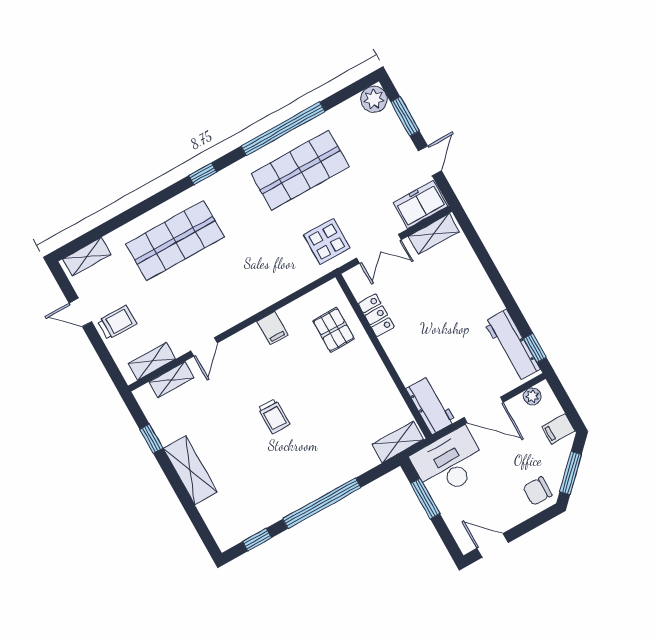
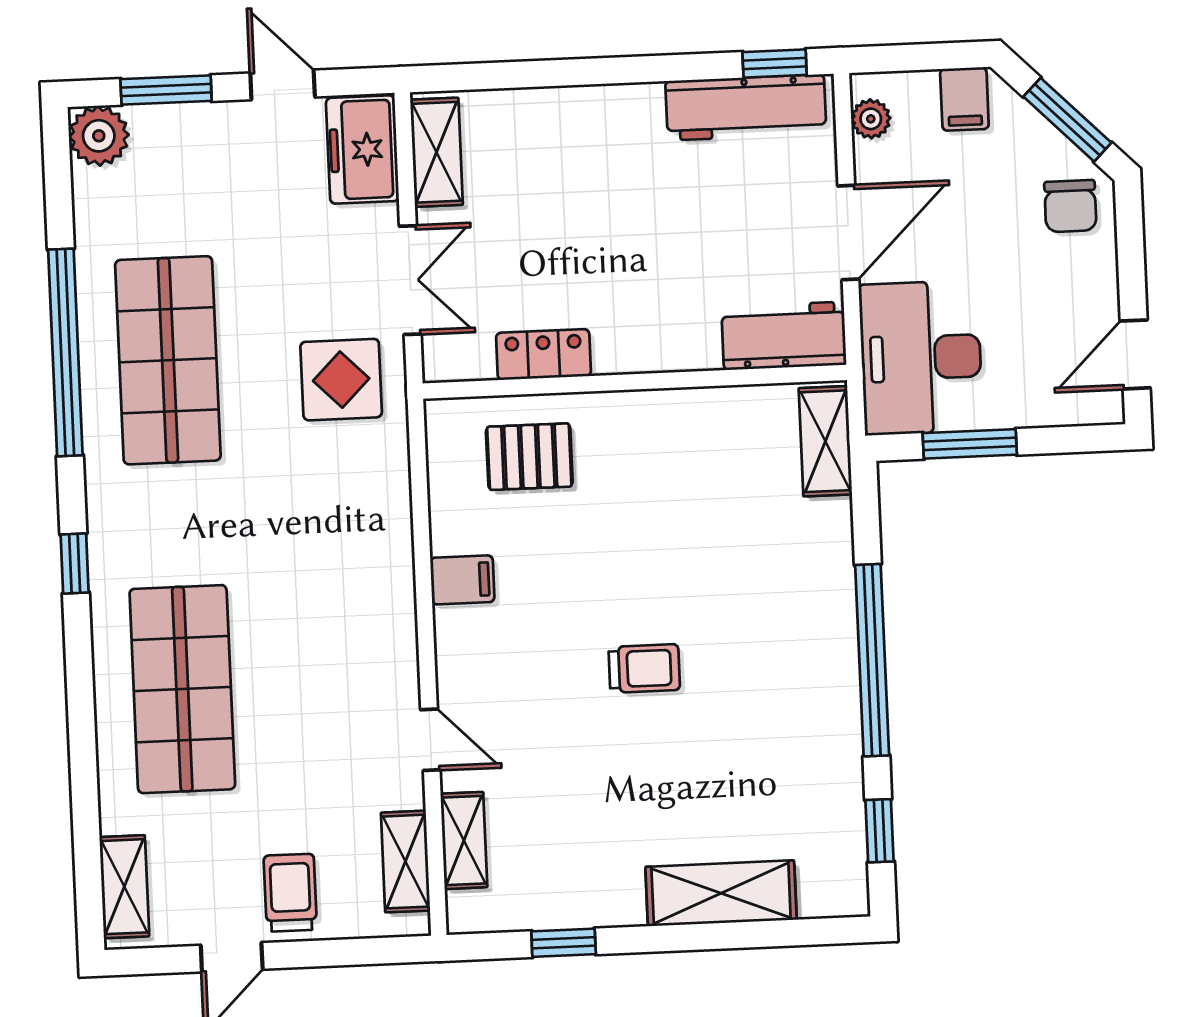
shelving: (190, 470) -> (721, 893), moved

